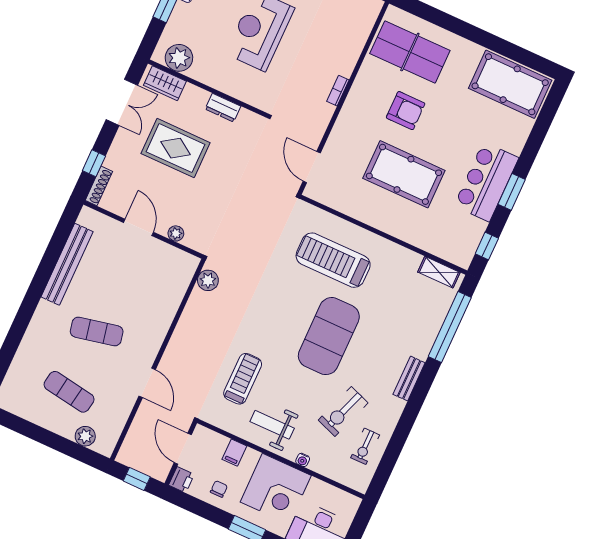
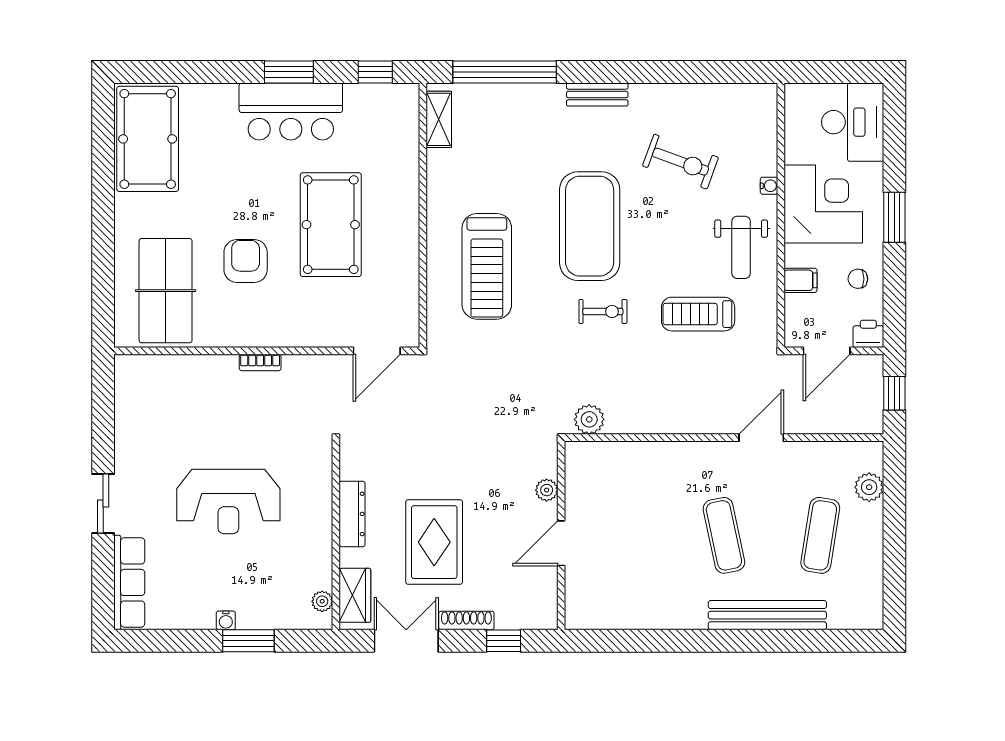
plant: (179, 58) -> (322, 601), width x0.53, depth x0.53
dresser: (223, 108) -> (352, 514), width x1.44
shoe rack: (99, 186) -> (466, 620), moved
bench: (67, 264) -> (767, 615), moved
exercise mat: (329, 336) -> (590, 226), turned 90
exercise bike: (365, 446) -> (603, 311), moved

